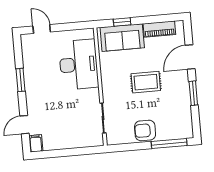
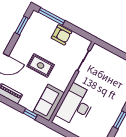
sofa: (122, 38) -> (49, 103), moved, turned -90
window: (193, 93) -> (22, 25), moved

